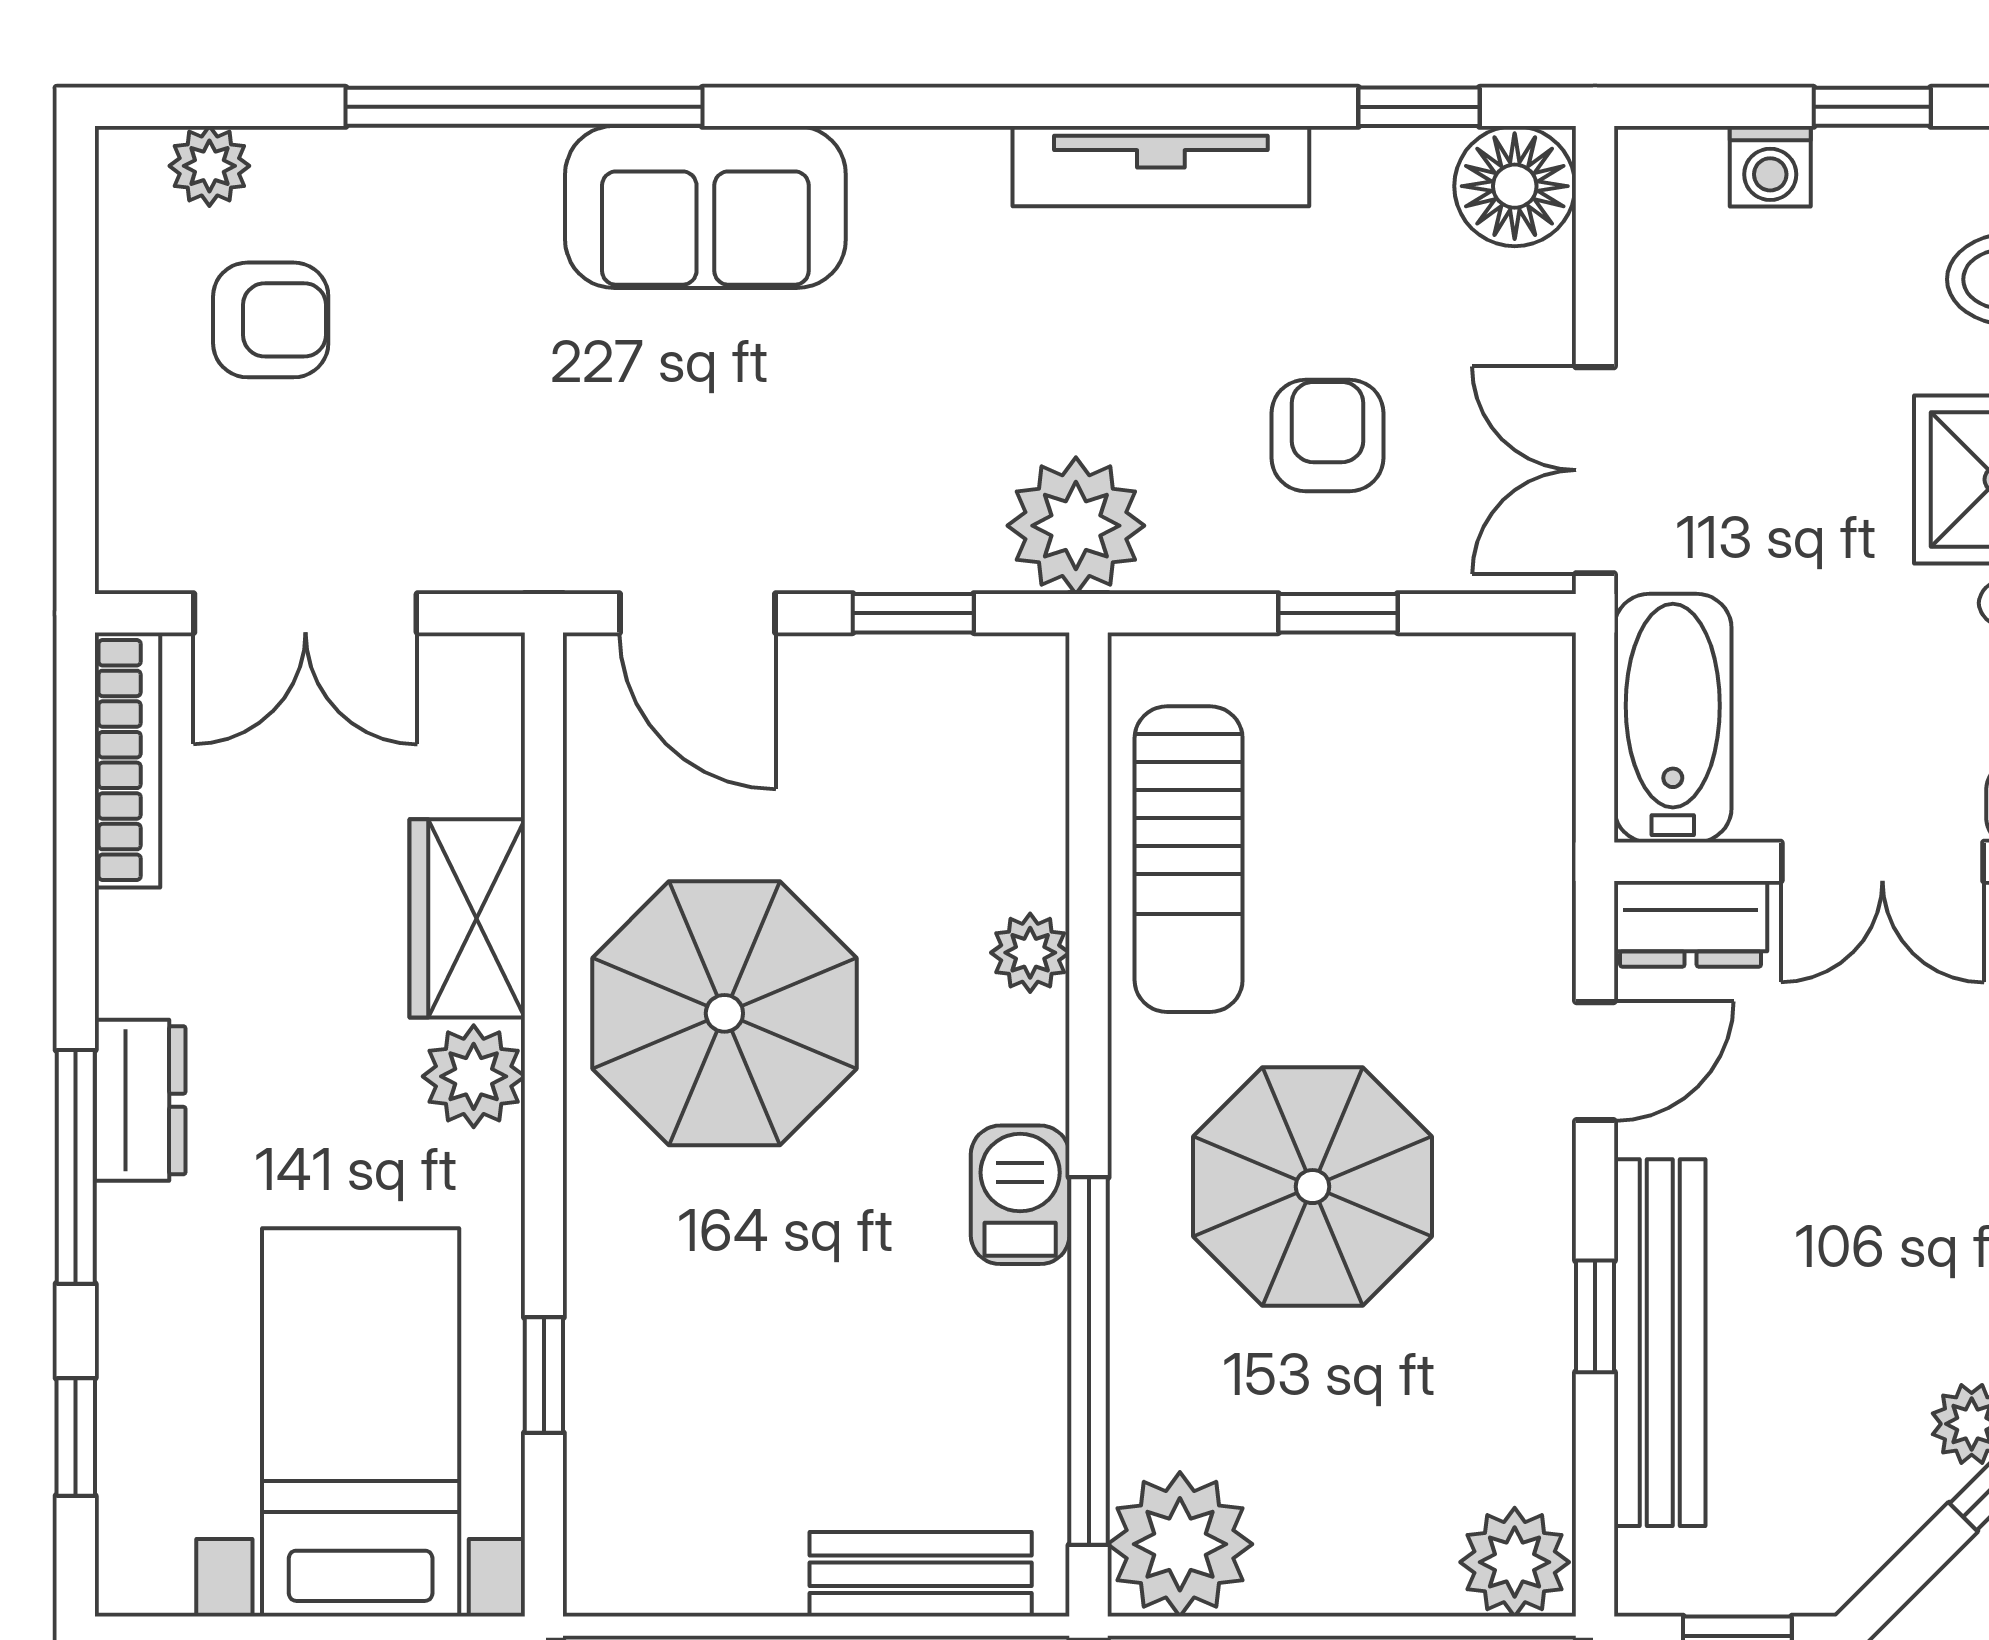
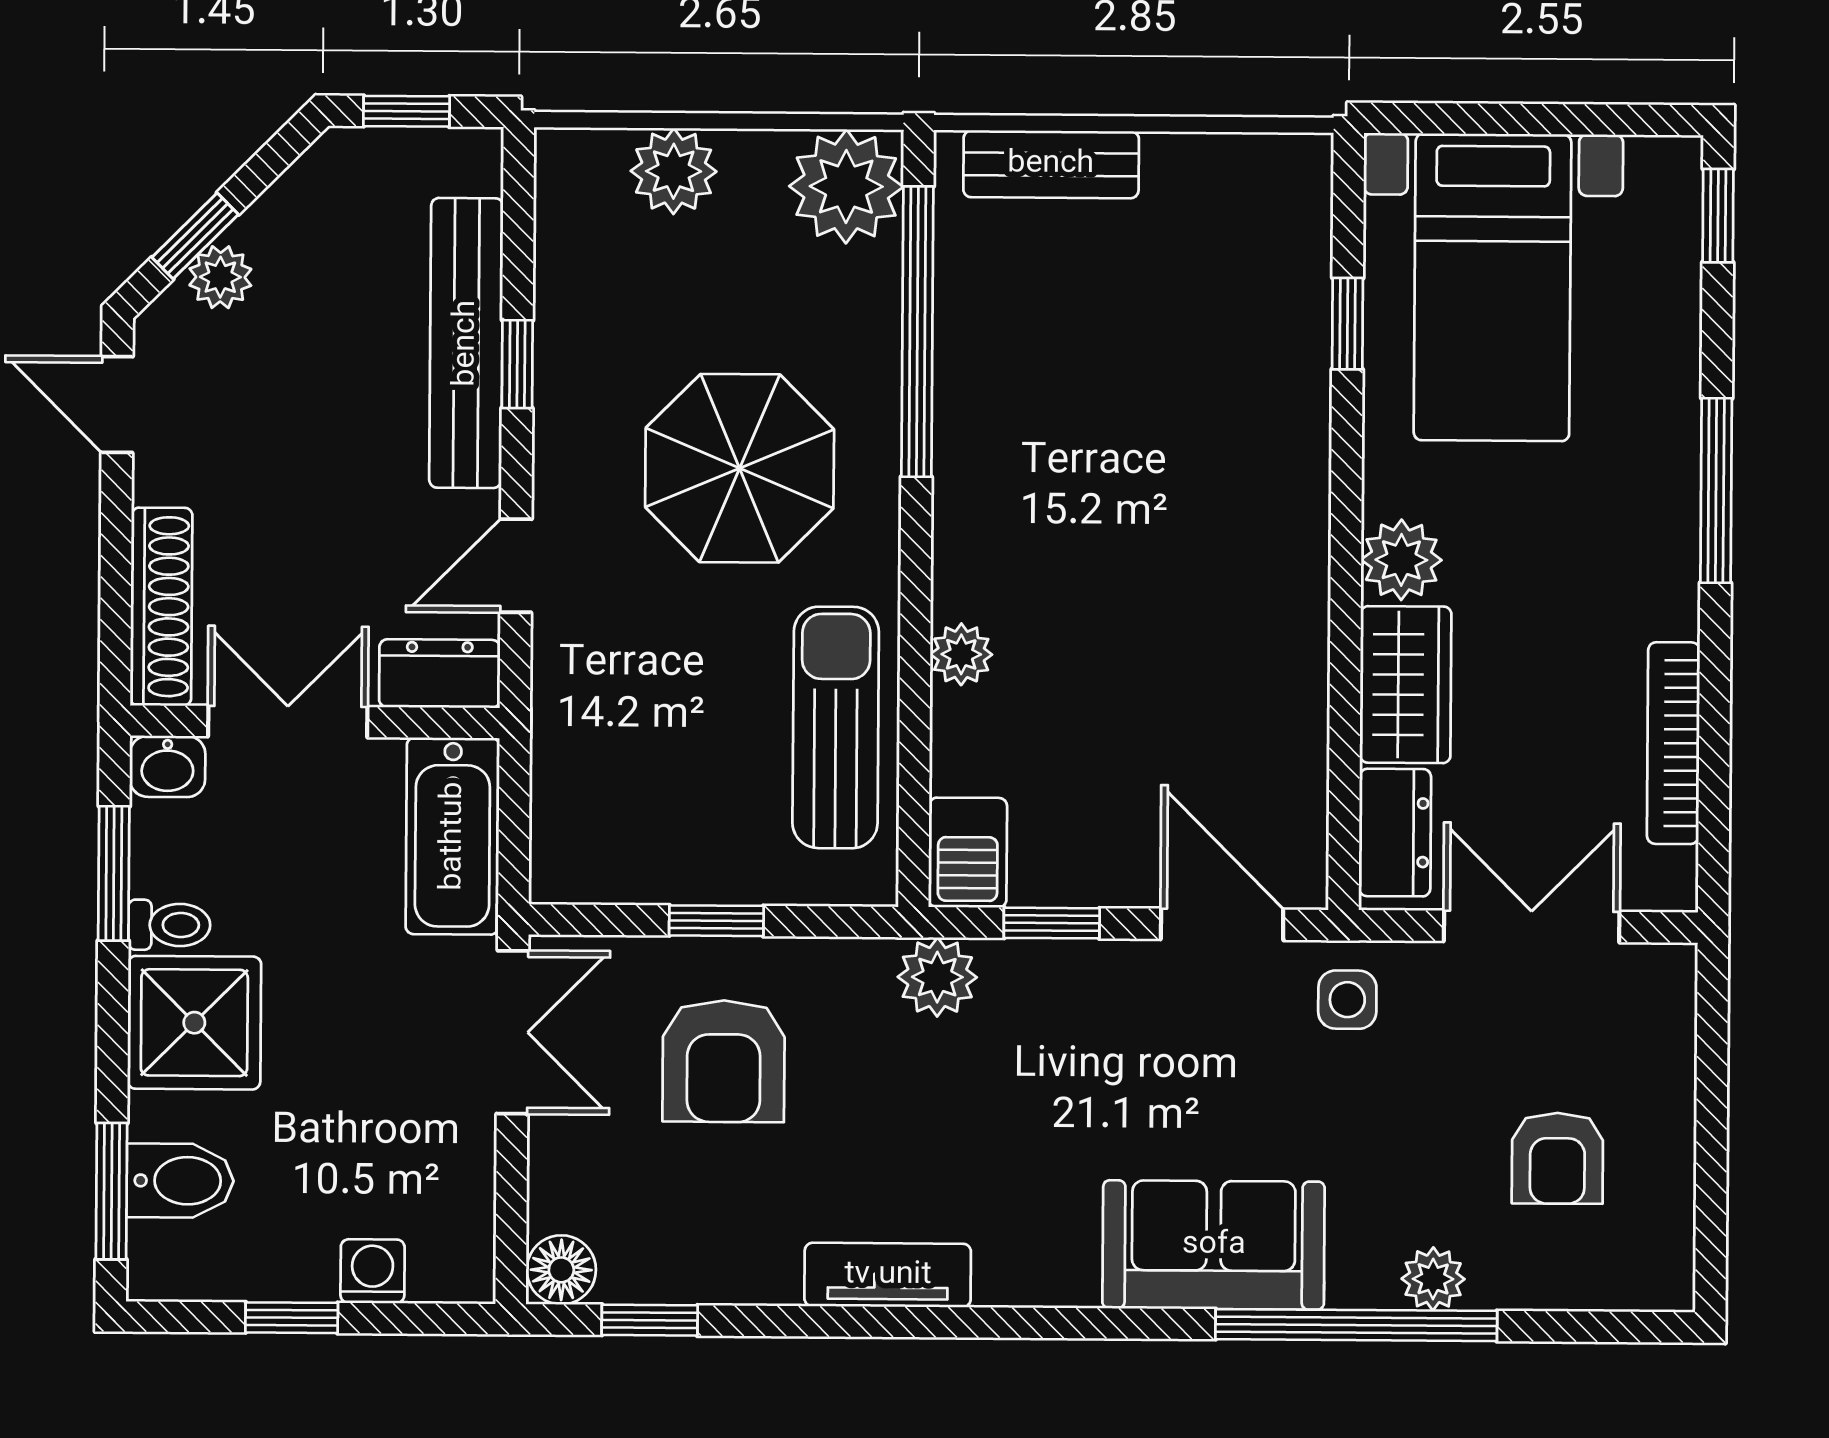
plant: (209, 166) -> (1433, 1279), moved
tv unit: (1161, 166) -> (888, 1275), width x0.71
floor lamp: (1515, 186) -> (561, 1270), width x0.73, depth x0.73
armchair: (271, 320) -> (1557, 1158), turned -90
armchair: (1328, 435) -> (724, 1061), width x1.38, depth x1.38
side table: (538, 519) -> (1347, 1000), added
plant: (1076, 526) -> (937, 977), width x0.73, depth x0.73
bookcase: (127, 760) -> (1673, 743), moved
parasol: (724, 1013) -> (1203, 608), removed
dresser: (140, 1100) -> (1395, 833), moved, turned 180
barbecue: (1020, 1195) -> (968, 853), moved
window: (76, 1437) -> (1718, 216), moved
plant: (1515, 1562) -> (674, 171), moved

